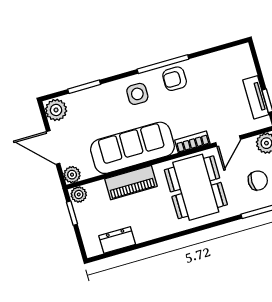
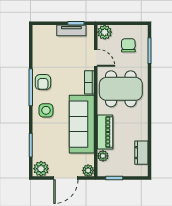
plant: (79, 194) -> (103, 156), moved

